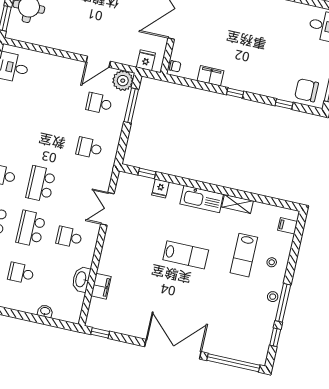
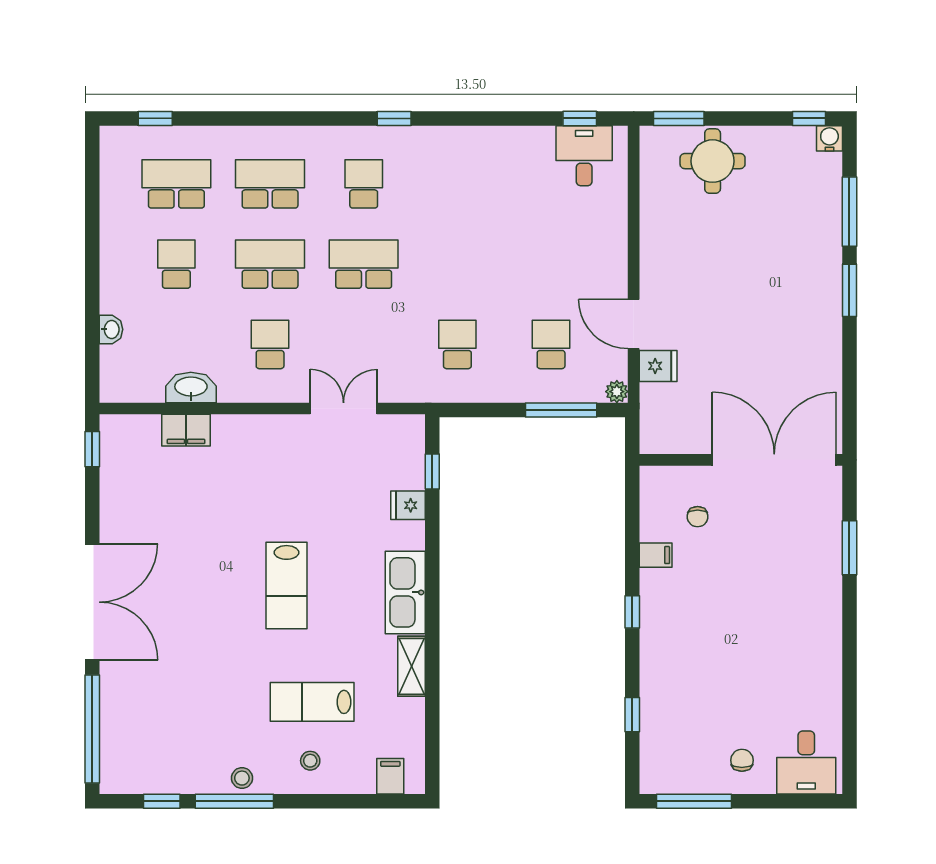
fridge: (146, 60) -> (658, 366), moved
chair: (175, 66) -> (698, 517), moved
filing cabinet: (211, 76) -> (656, 555), width x0.50
plant: (123, 81) -> (617, 392), width x0.53, depth x0.53
chair: (307, 90) -> (742, 760), moved, width x0.54, depth x0.54

